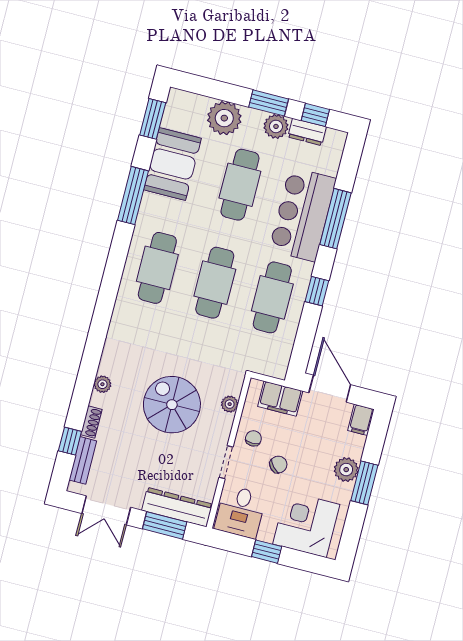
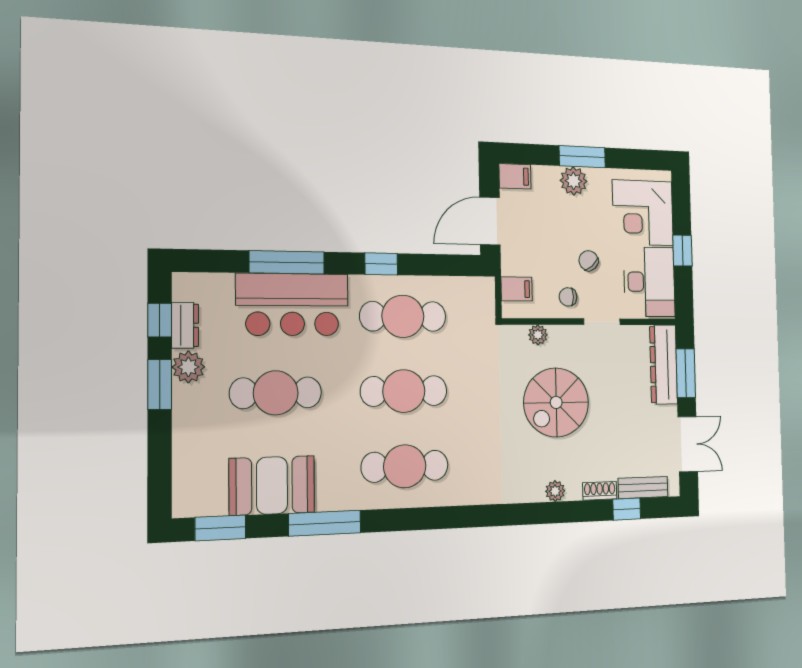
plant: (224, 118) -> (195, 436), removed
filing cabinet: (280, 399) -> (517, 289), width x0.50
desk: (240, 512) -> (649, 282), width x1.37

